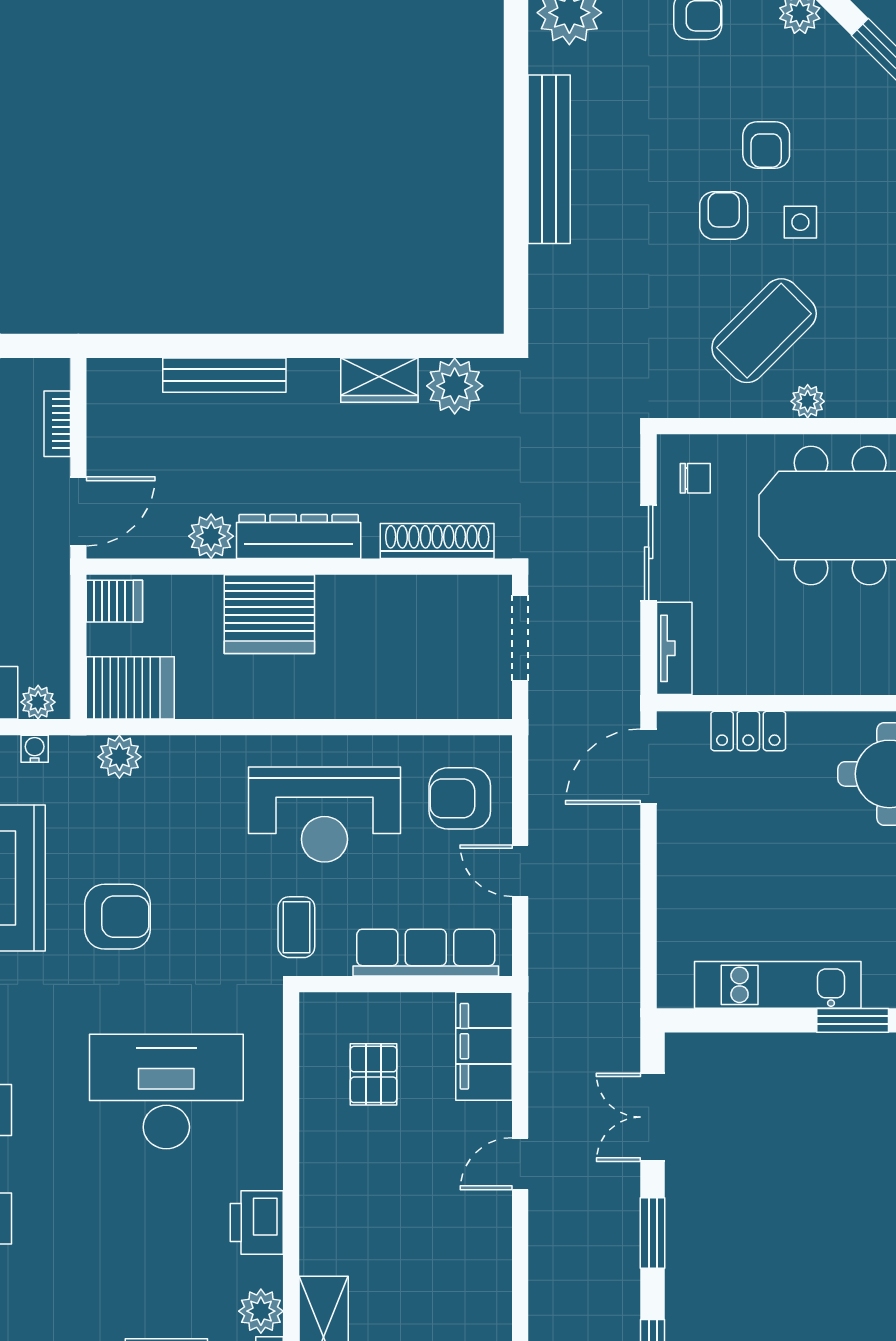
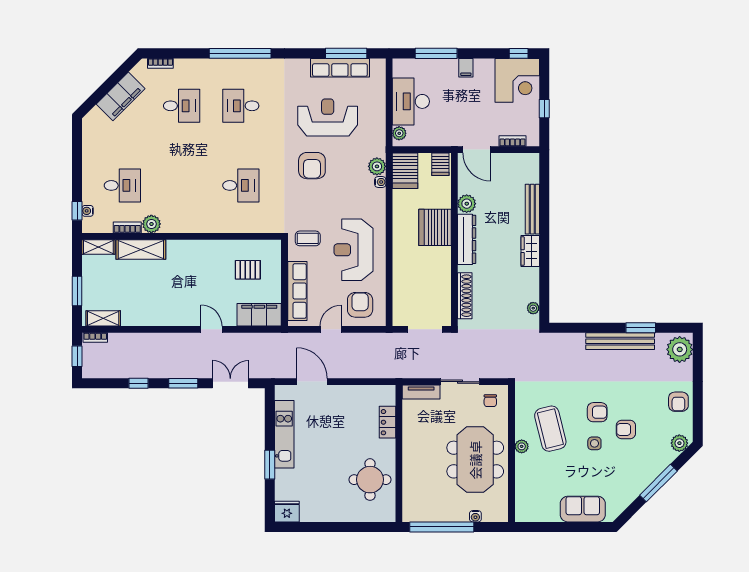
window: (516, 108) -> (641, 328), added
coffee table: (764, 331) -> (550, 429), turned 31
wardrobe: (379, 380) -> (530, 251), moved
plant: (455, 386) -> (533, 308), width x0.53, depth x0.53
water cooler: (35, 749) -> (380, 182), moved
door: (649, 767) -> (312, 382), moved
desk: (166, 1091) -> (241, 185), width x0.53, depth x0.77
printer: (257, 1222) -> (188, 222), removed

